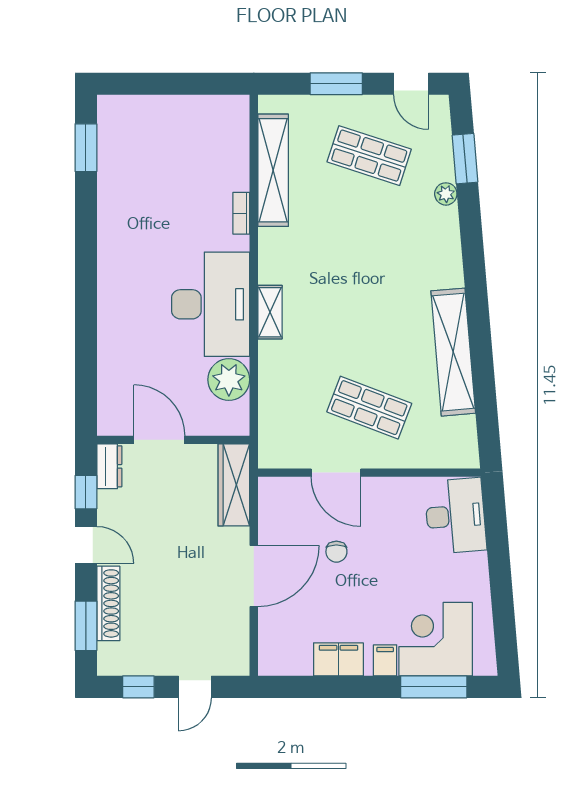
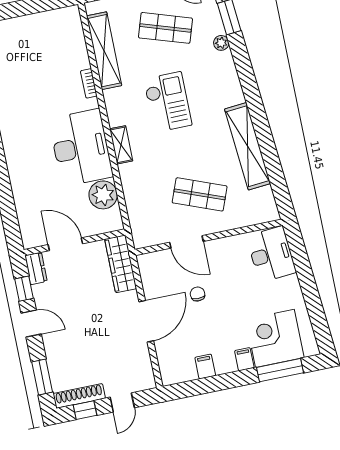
checkout: (350, 264) -> (168, 102), added
chair: (336, 552) -> (197, 294), turned 180
shoe rack: (108, 603) -> (79, 396), moved, turned -90
filing cabinet: (338, 659) -> (205, 367), width x0.50

